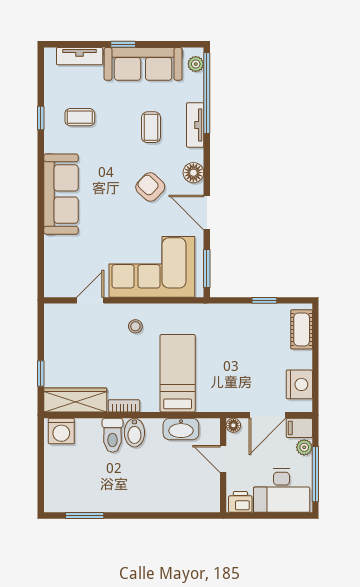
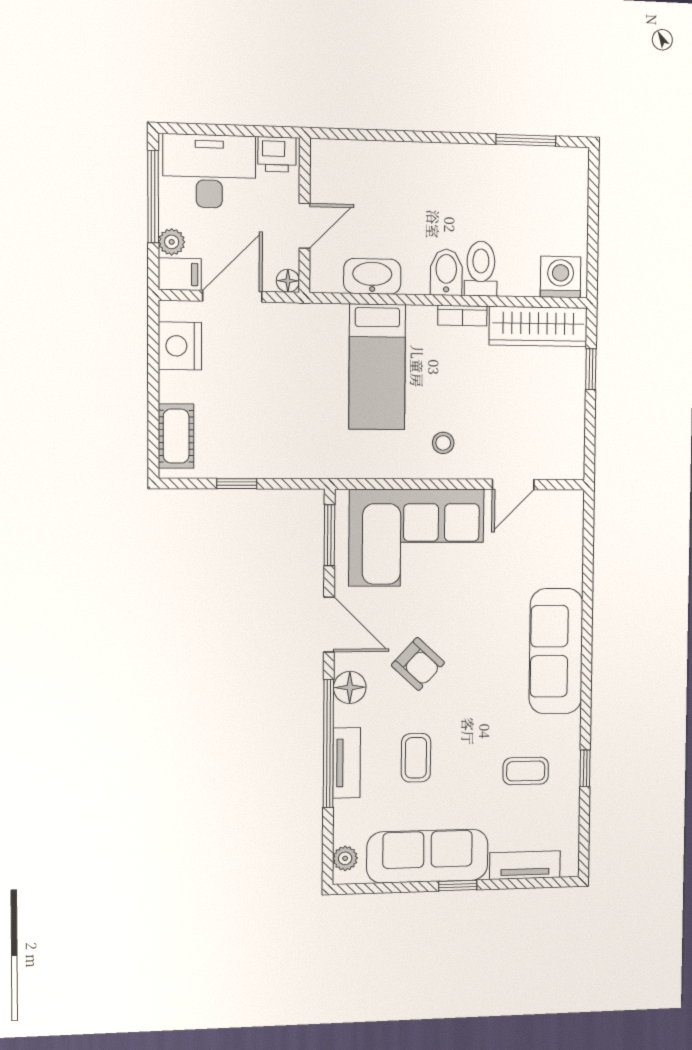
window: (207, 93) -> (328, 744), moved
door: (223, 459) -> (305, 226), hinge flipped

